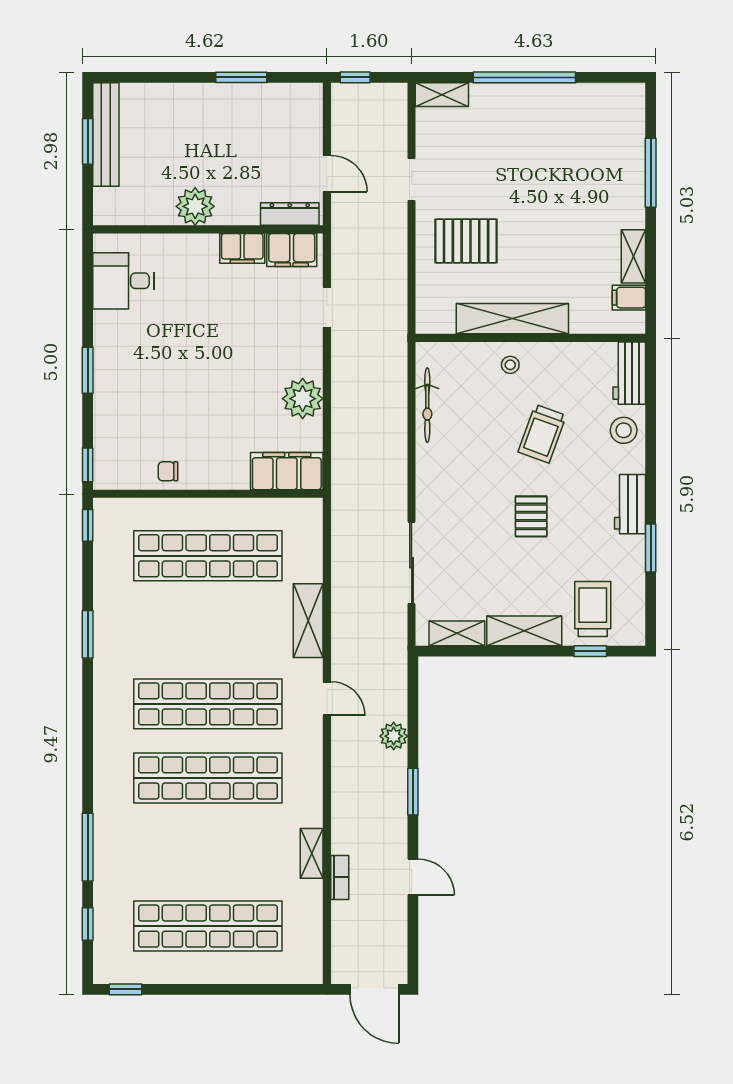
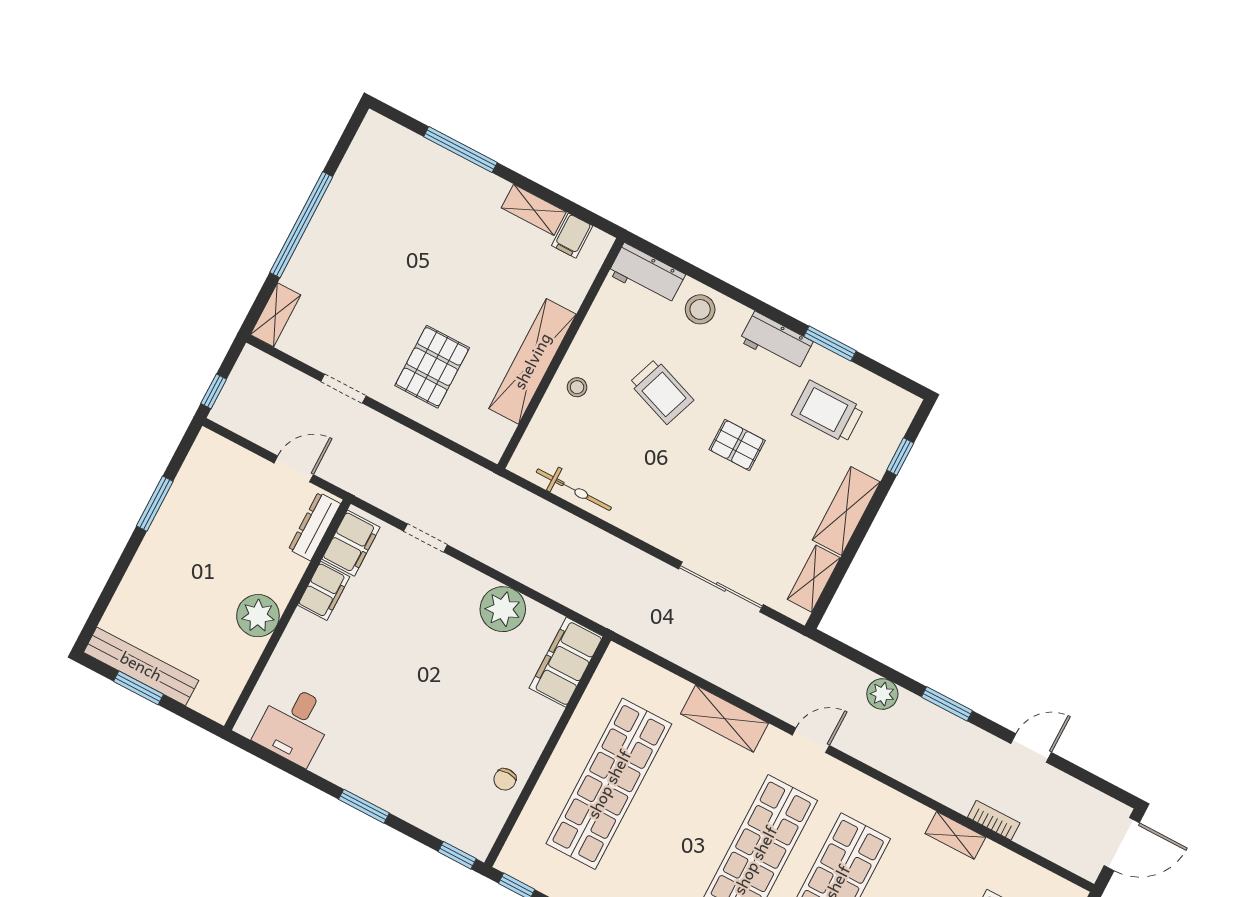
trolley: (593, 609) -> (828, 412), moved

